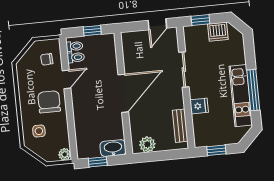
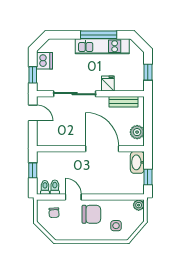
sliding door: (184, 69) -> (75, 94), width x1.37
door: (123, 93) -> (102, 149), moved
chair: (49, 102) -> (91, 214), turned 180

